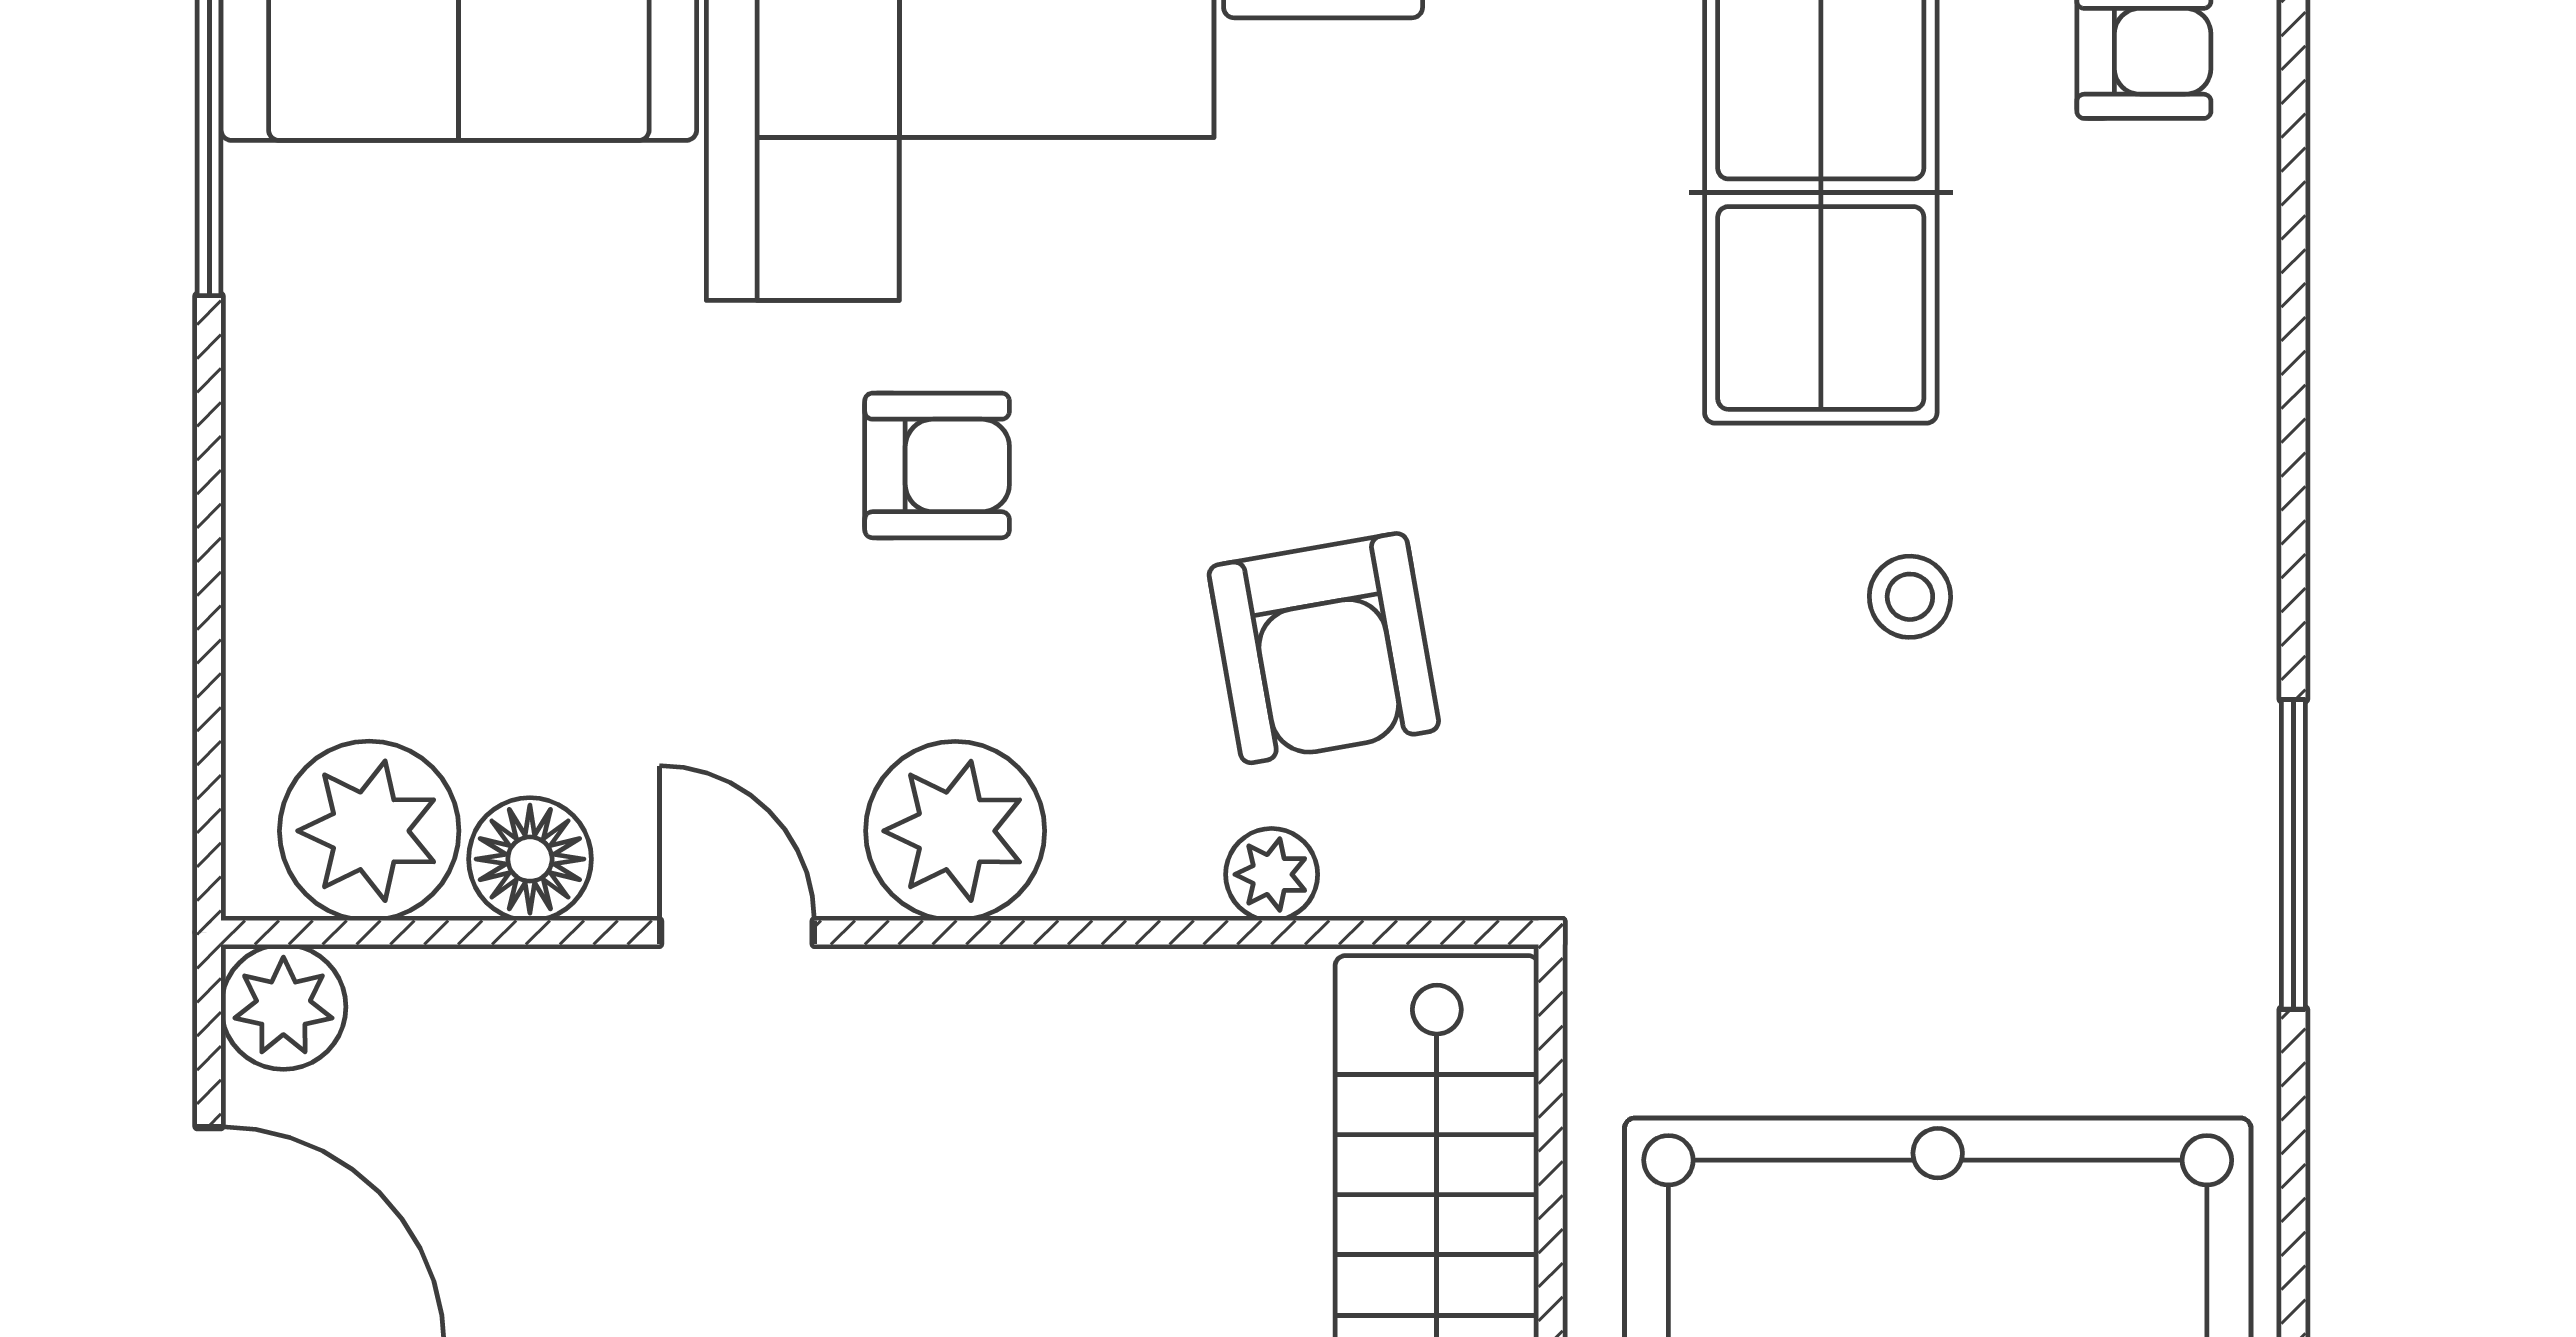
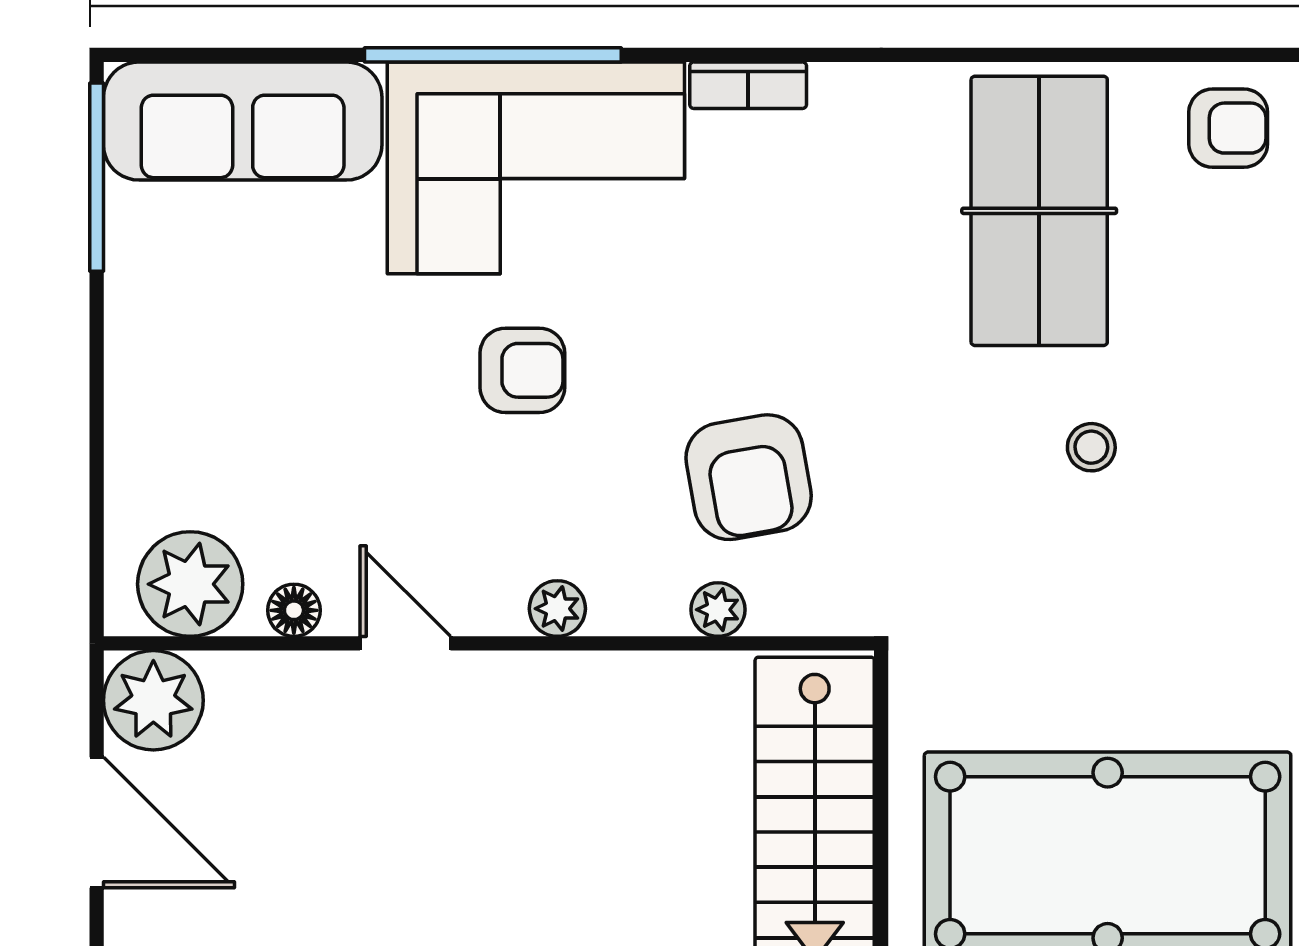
plant: (955, 831) -> (557, 609), width x0.53, depth x0.53
floor lamp: (530, 859) -> (294, 610), width x0.73, depth x0.73
plant: (283, 1007) -> (153, 700), width x1.36, depth x1.36

